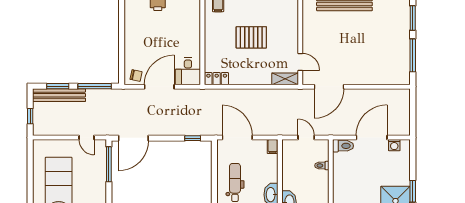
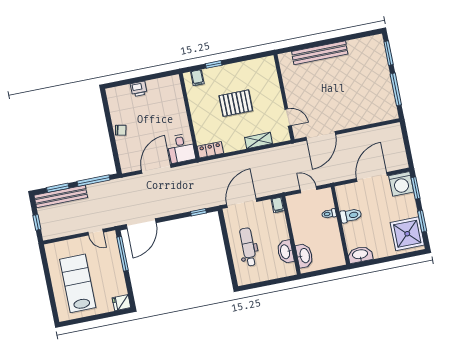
chair: (136, 75) -> (121, 130), moved
shelving: (285, 79) -> (259, 140), moved
door: (237, 138) -> (242, 203), hinge flipped
washing machine: (394, 145) -> (401, 184), width x1.89, depth x1.89
toilet: (343, 146) -> (351, 215), moved
window: (413, 157) -> (415, 188), added

